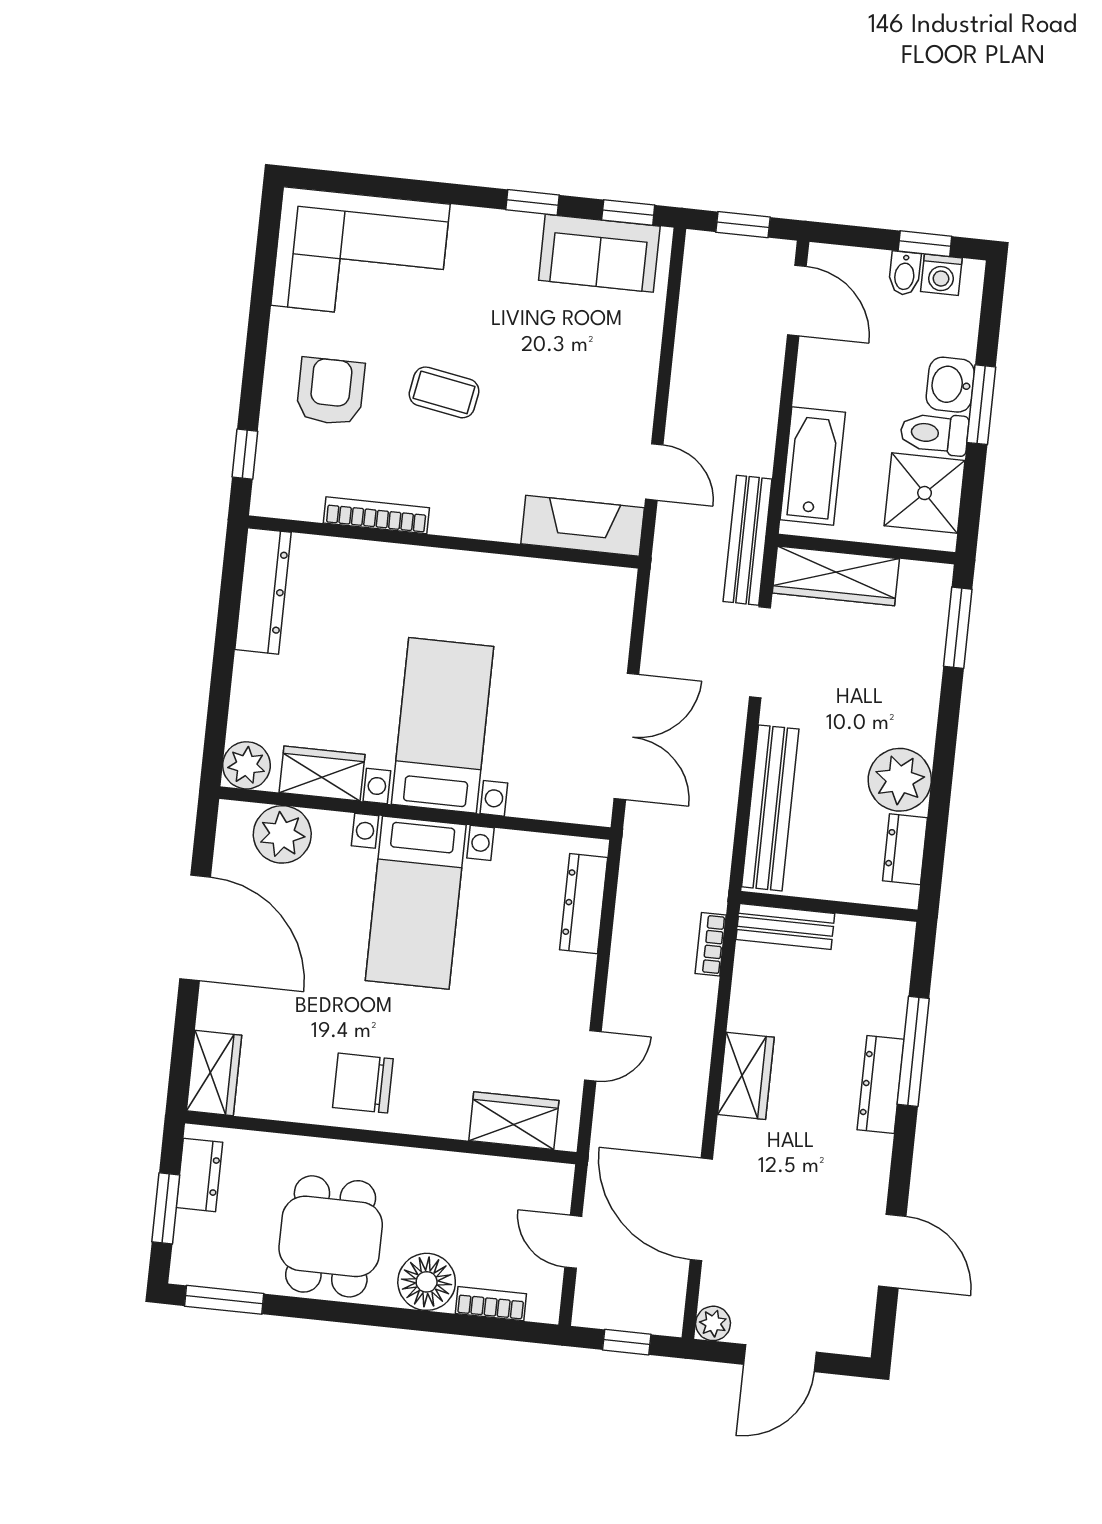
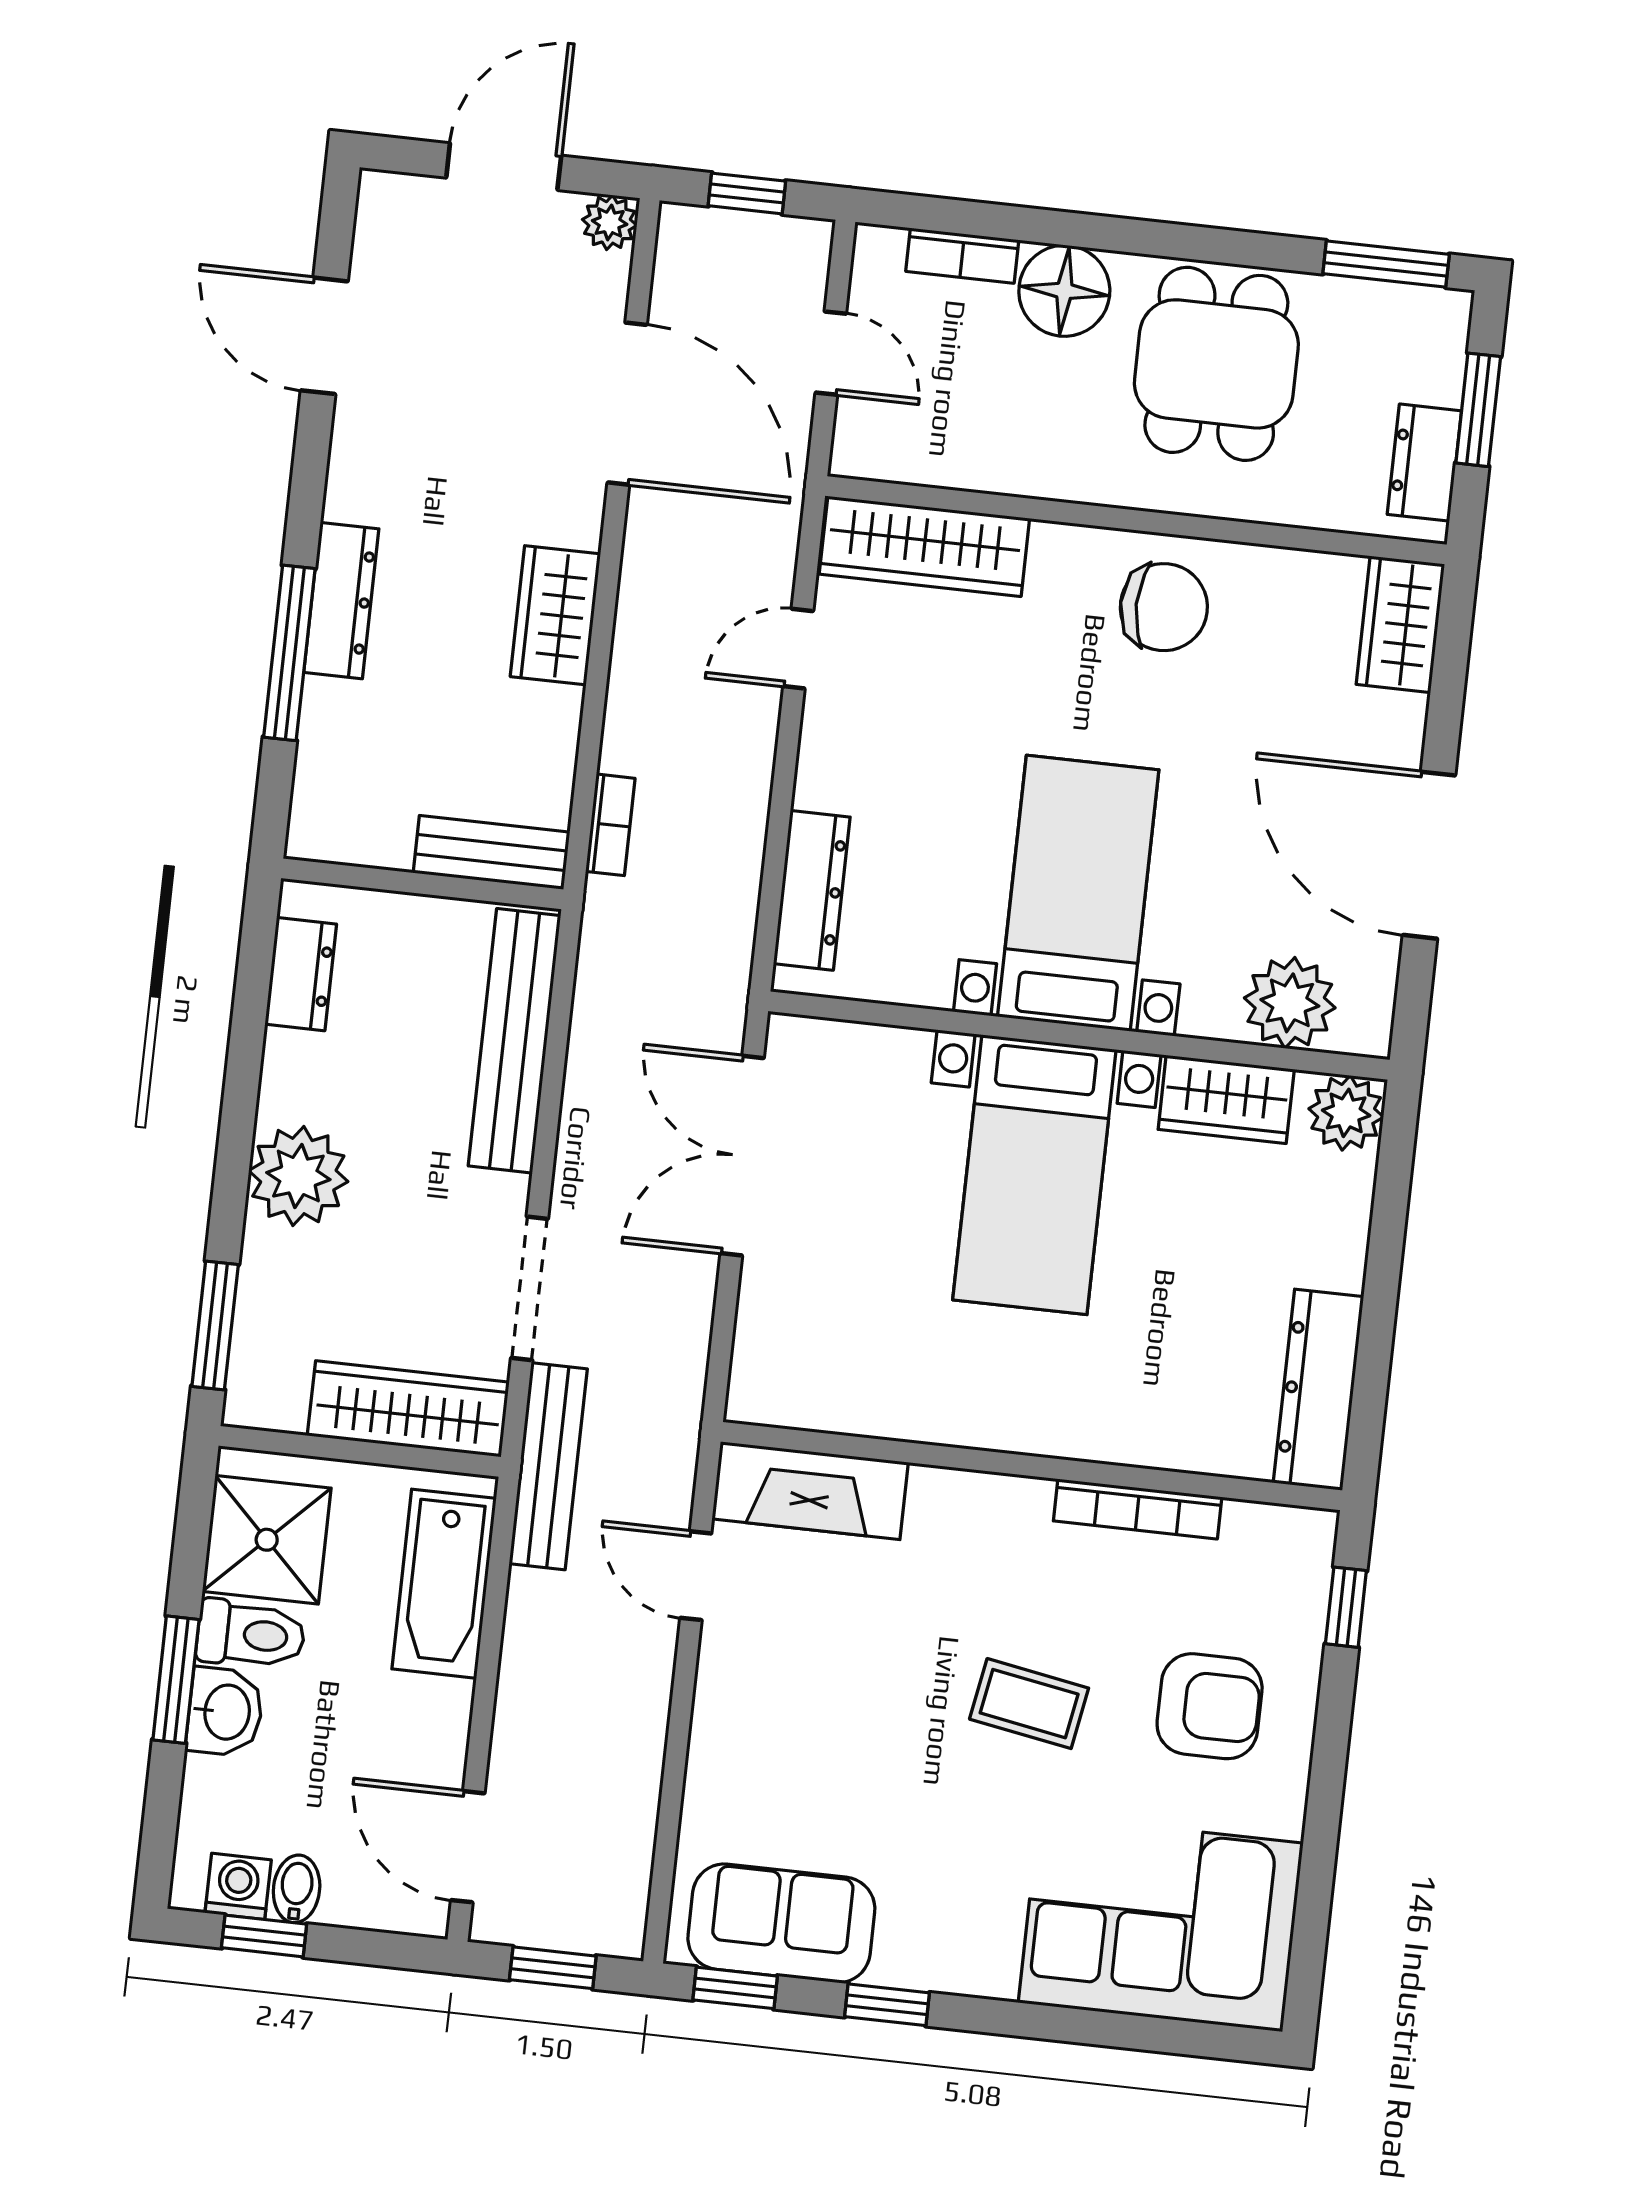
armchair: (330, 391) -> (1210, 1706), turned -90
plant: (900, 780) -> (298, 1176), moved
wardrobe: (514, 1121) -> (924, 546), width x1.50

